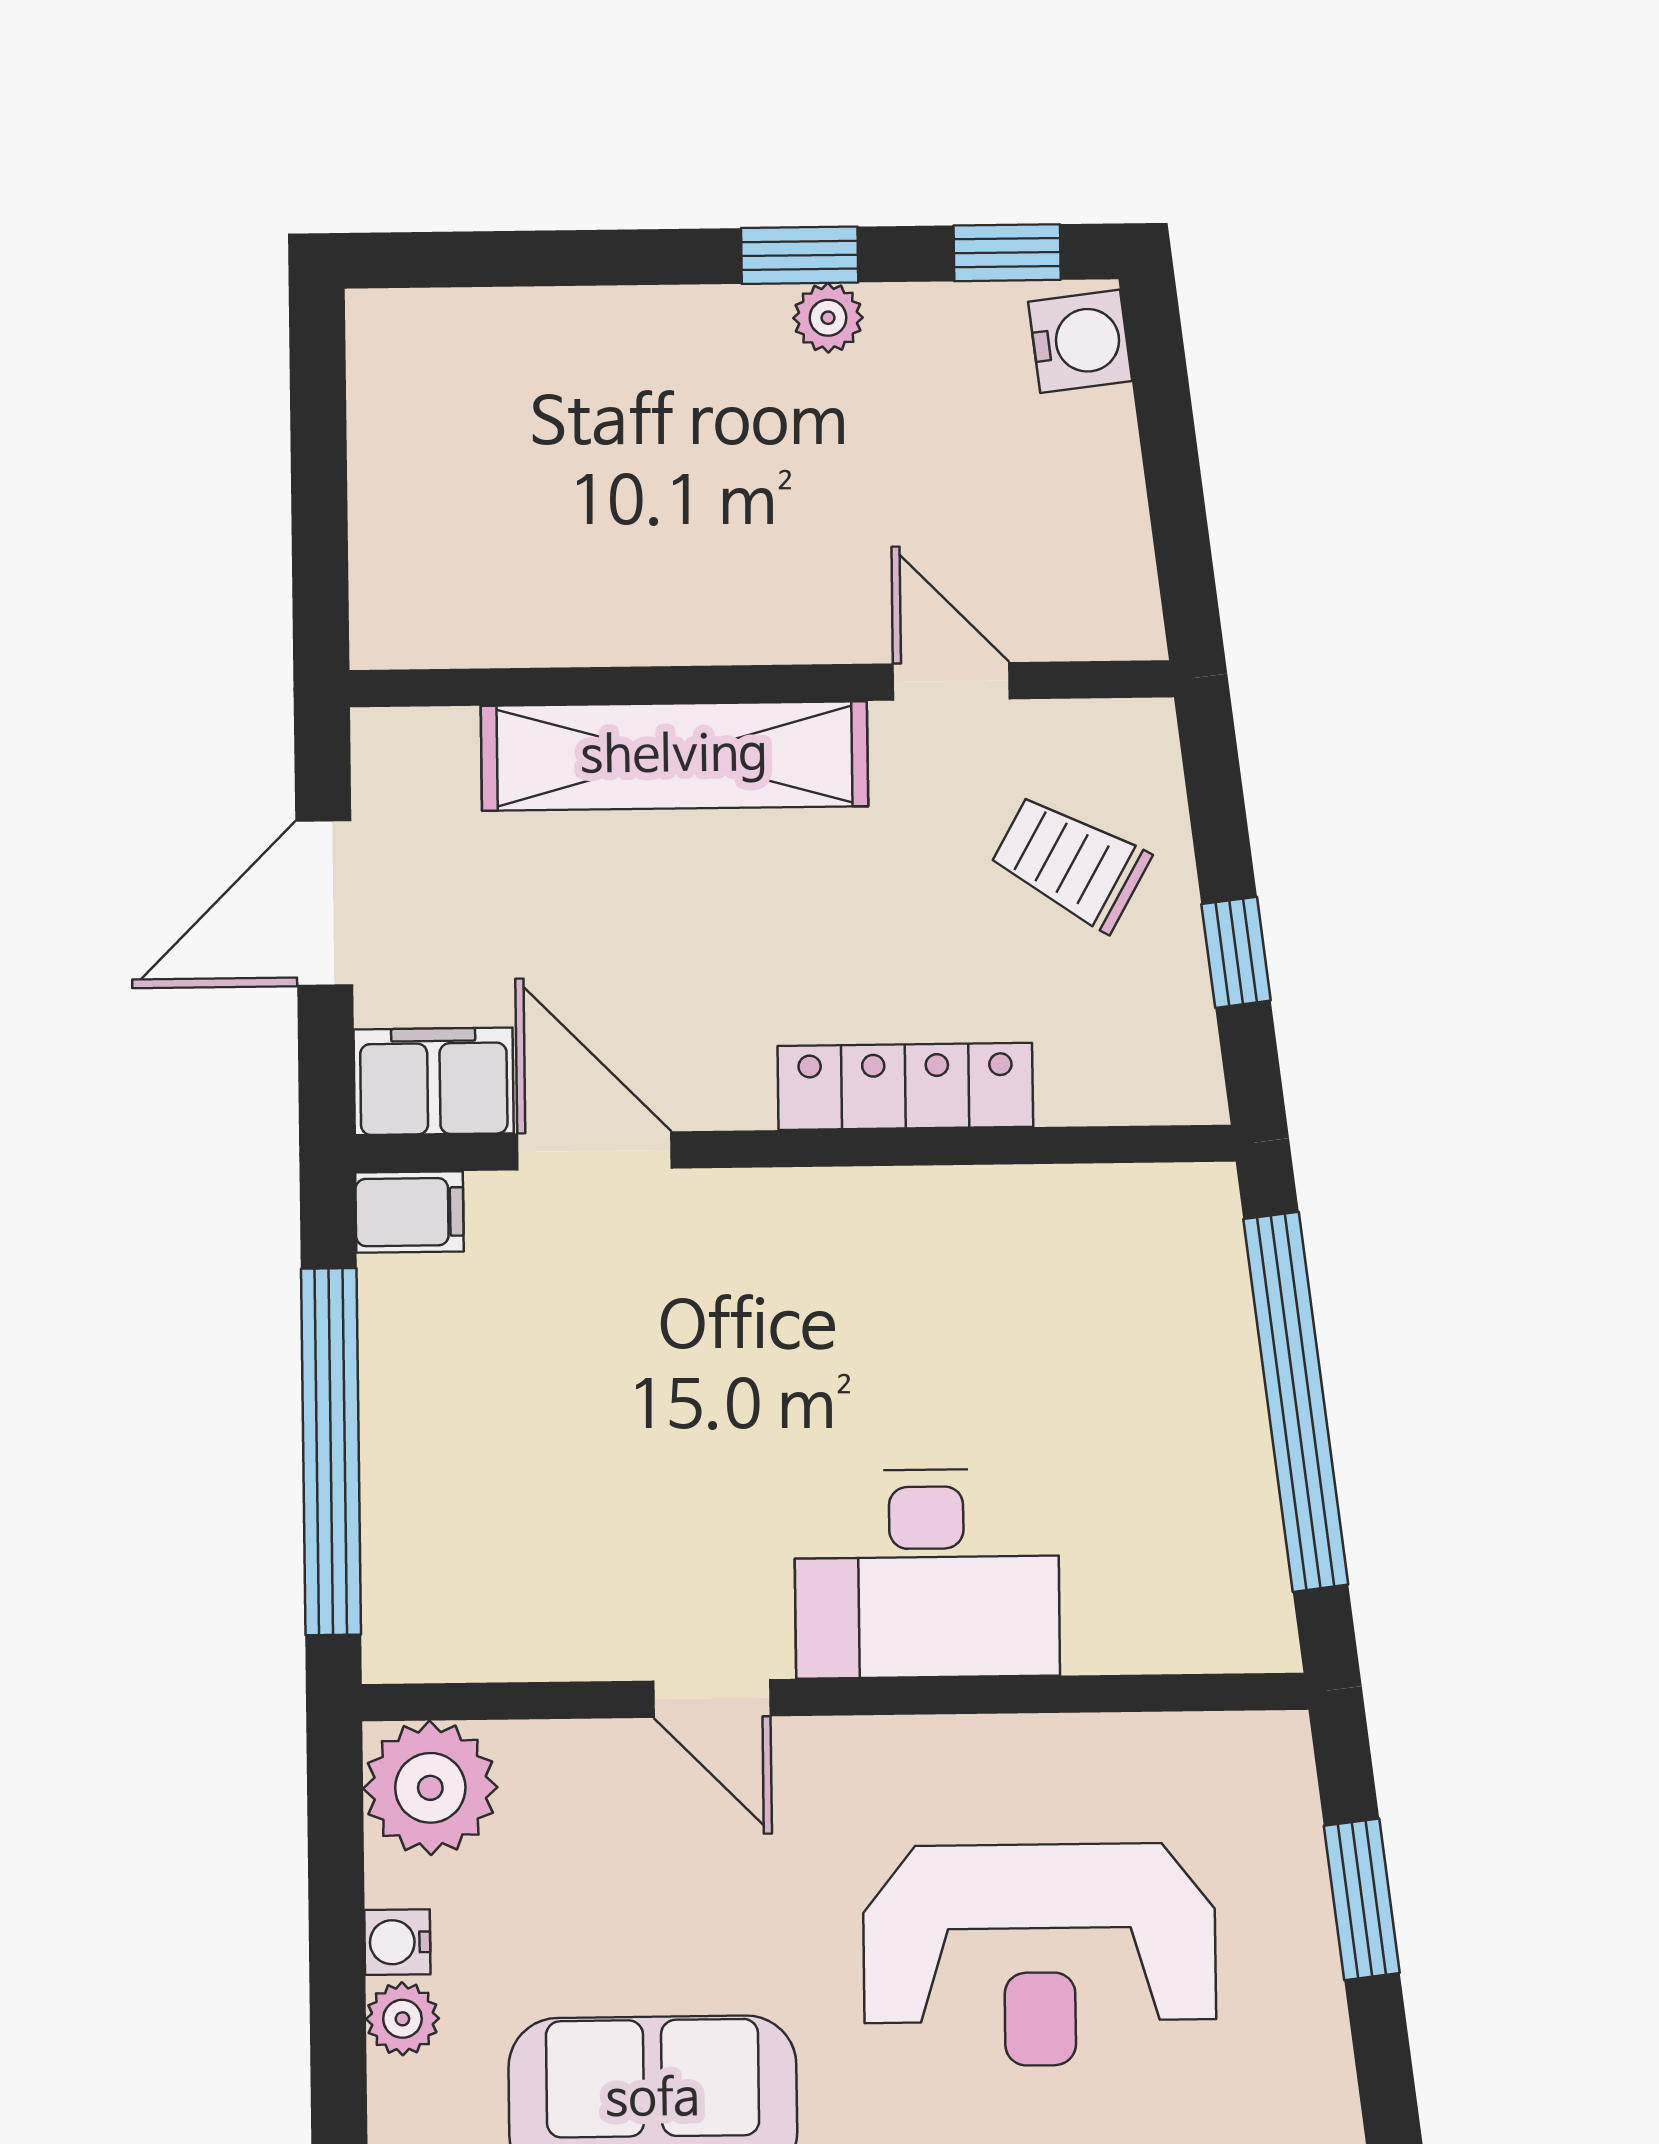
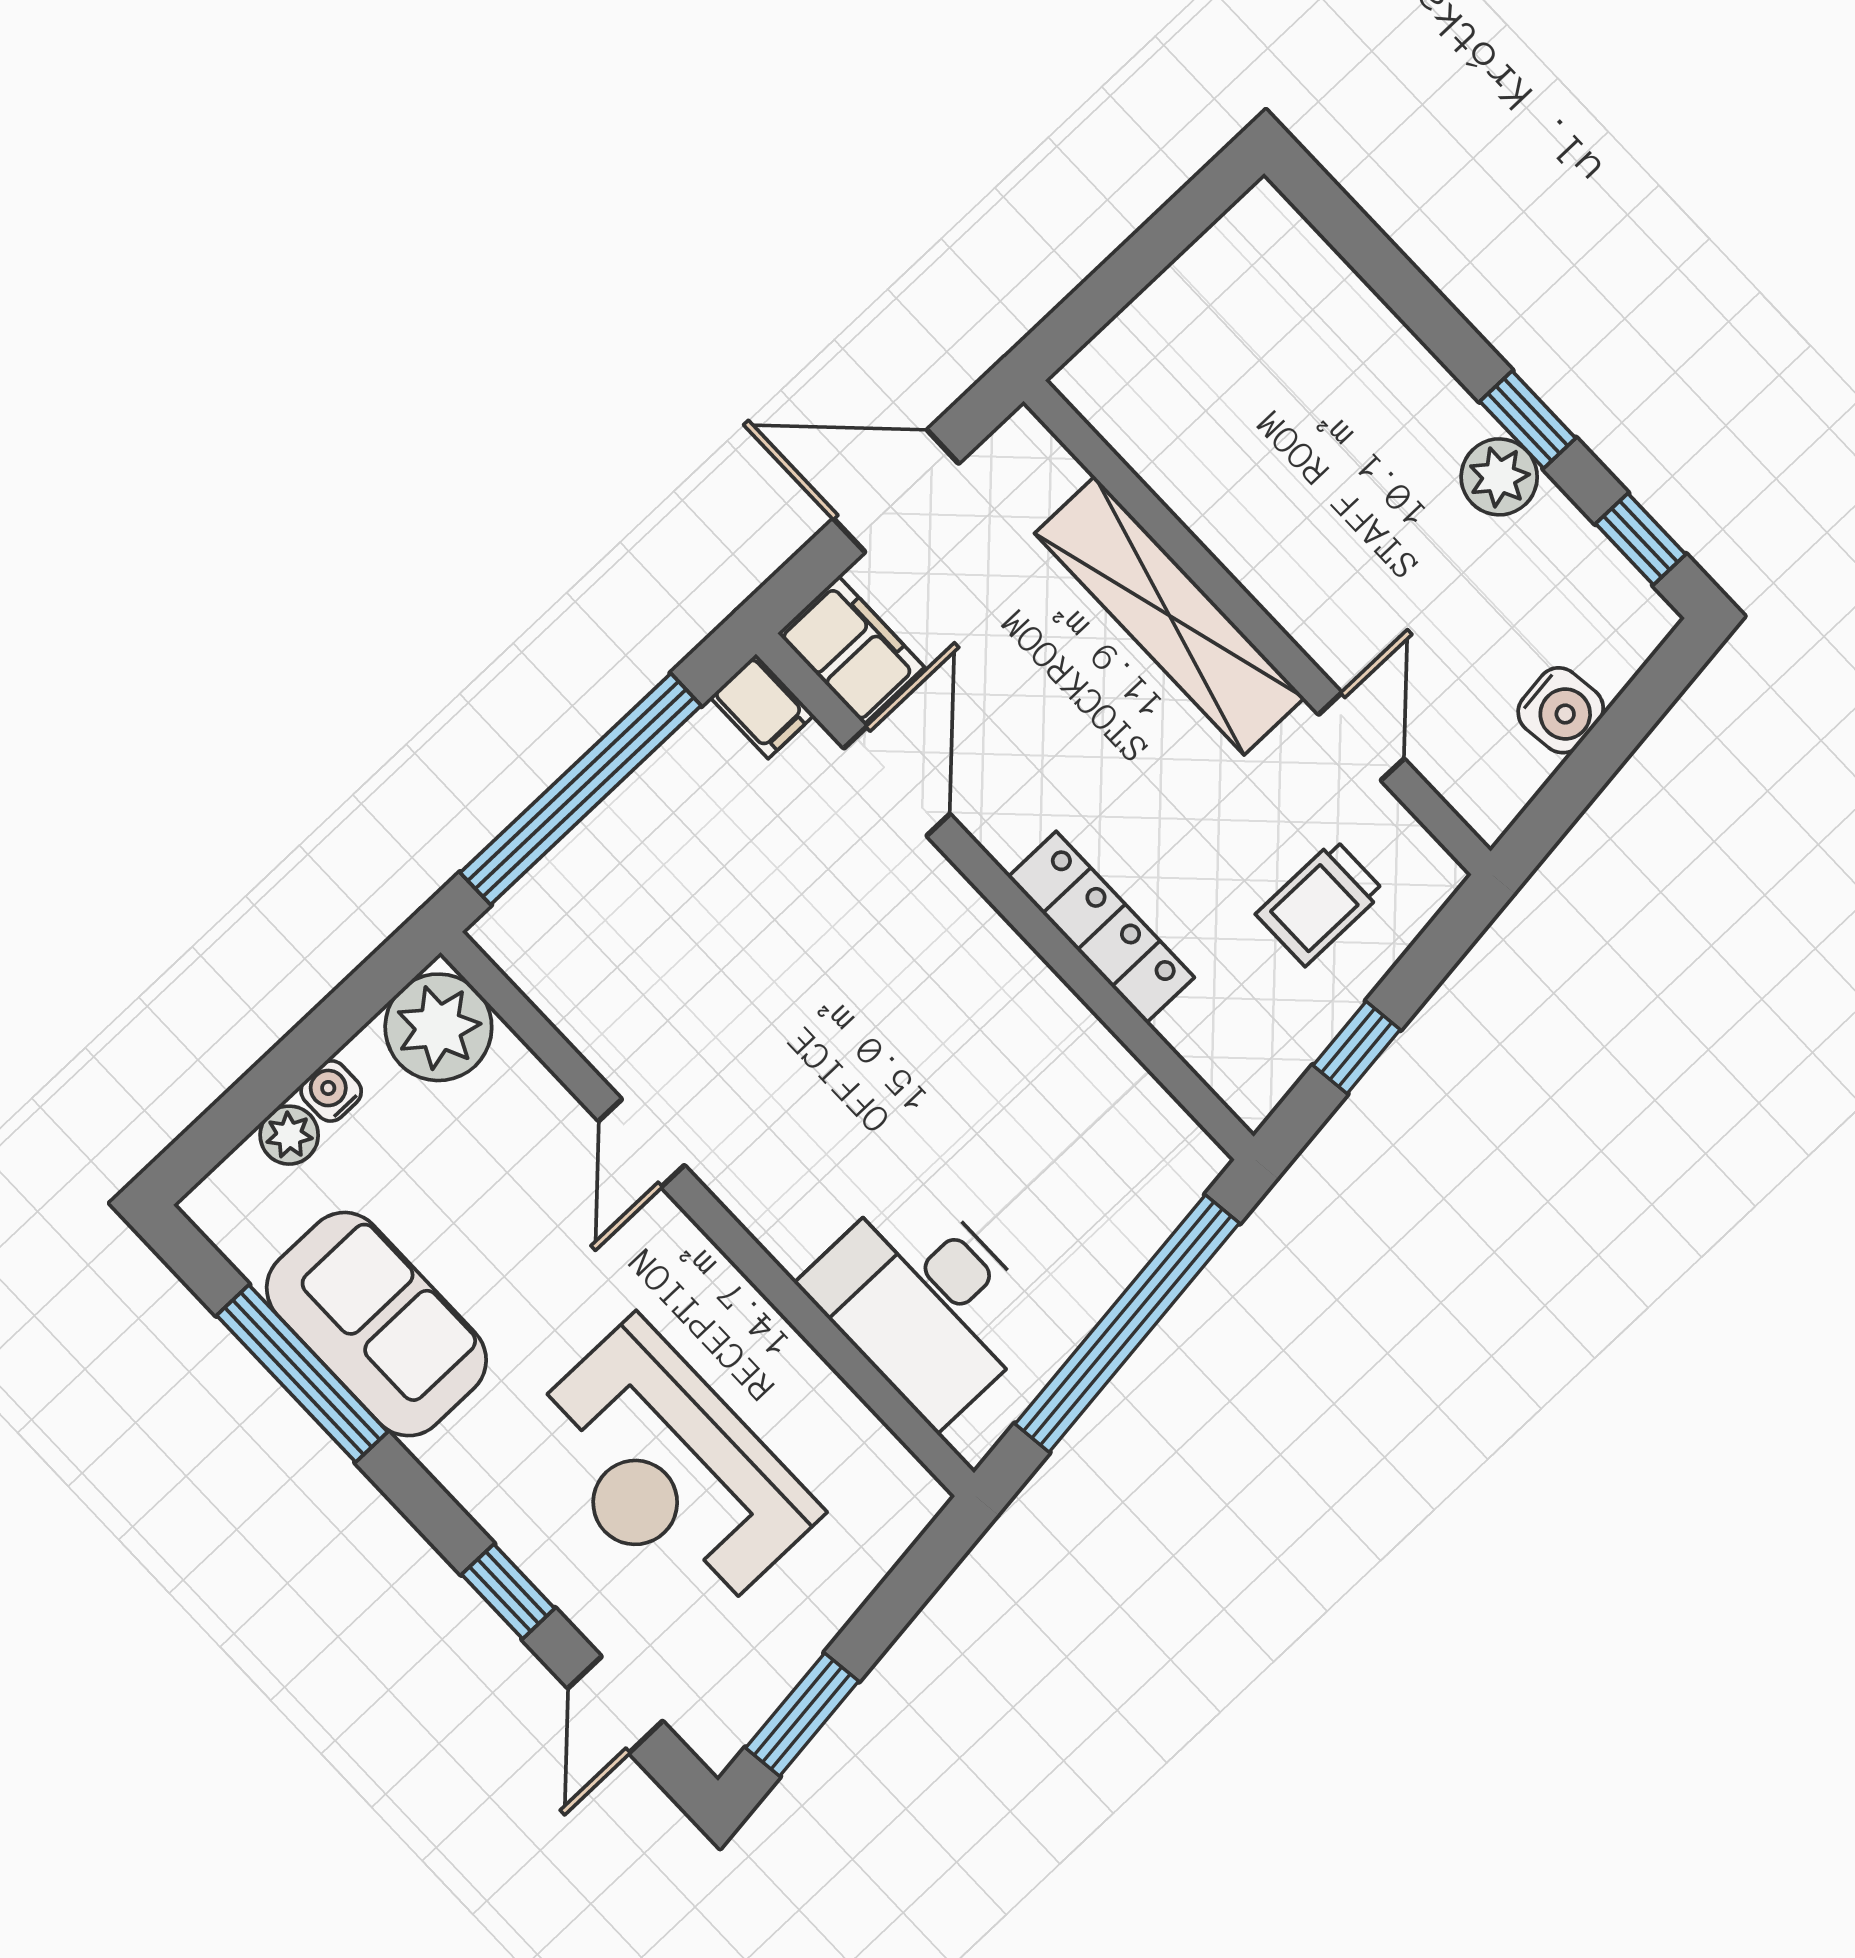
plant: (828, 318) -> (1499, 477), width x1.38, depth x1.38
water cooler: (1080, 341) -> (1561, 710), moved
trolley: (1070, 862) -> (1320, 903), turned -119
desk: (927, 1574) -> (925, 1302), moved
window: (1362, 1899) -> (802, 1715), moved

